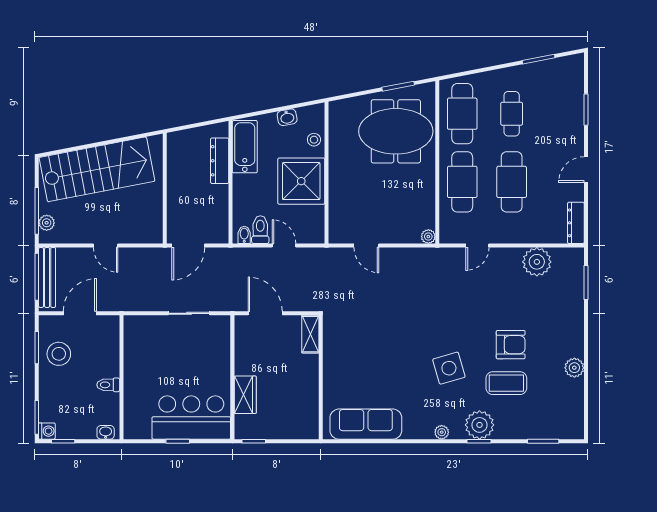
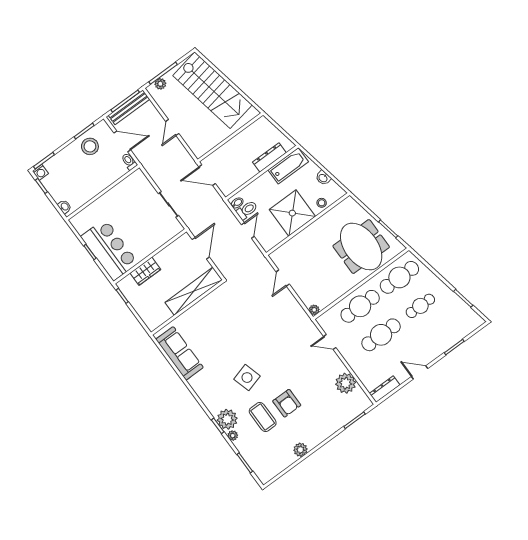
shelving: (310, 334) -> (194, 291), width x2.20, depth x1.33
toilet: (108, 385) -> (129, 161), moved
plant: (442, 432) -> (233, 436), moved

